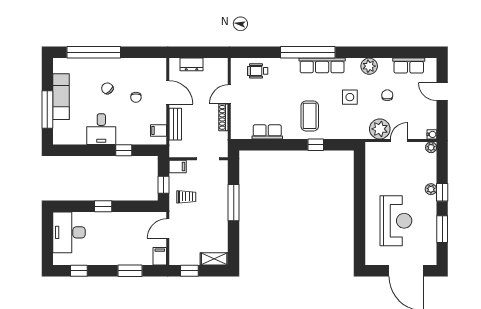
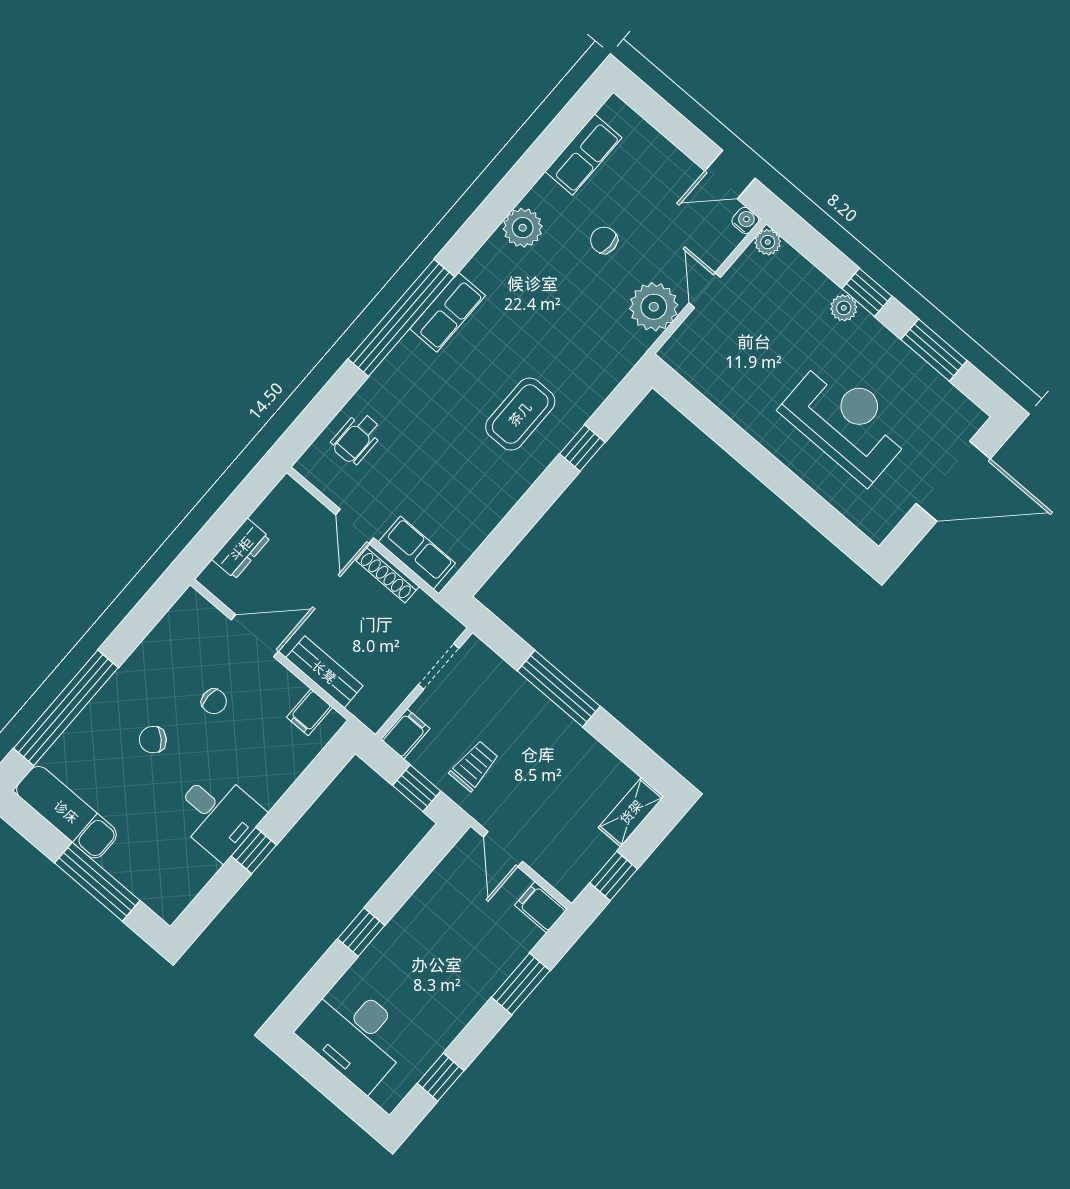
row of seats: (322, 65) -> (448, 312), width x0.68
door: (442, 92) -> (730, 175), moved
exam couch: (61, 97) -> (66, 812), moved
side table: (350, 97) -> (549, 311), removed
coffee table: (310, 116) -> (520, 414), turned 90
row of seats: (267, 132) -> (417, 553), moved, turned 90
window: (124, 150) -> (254, 850), moved

